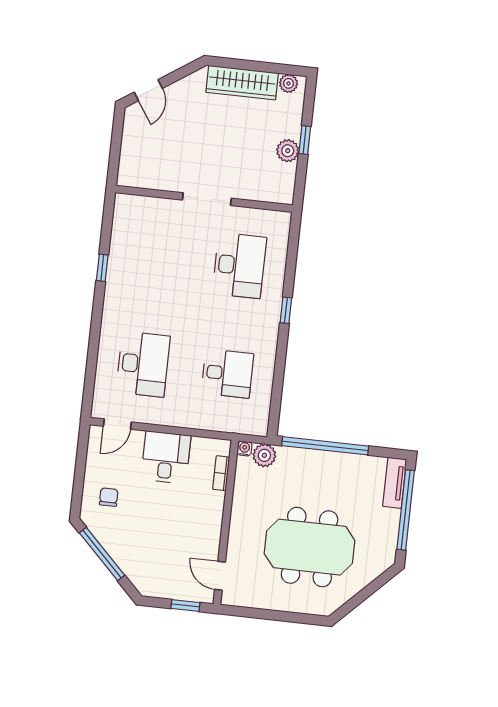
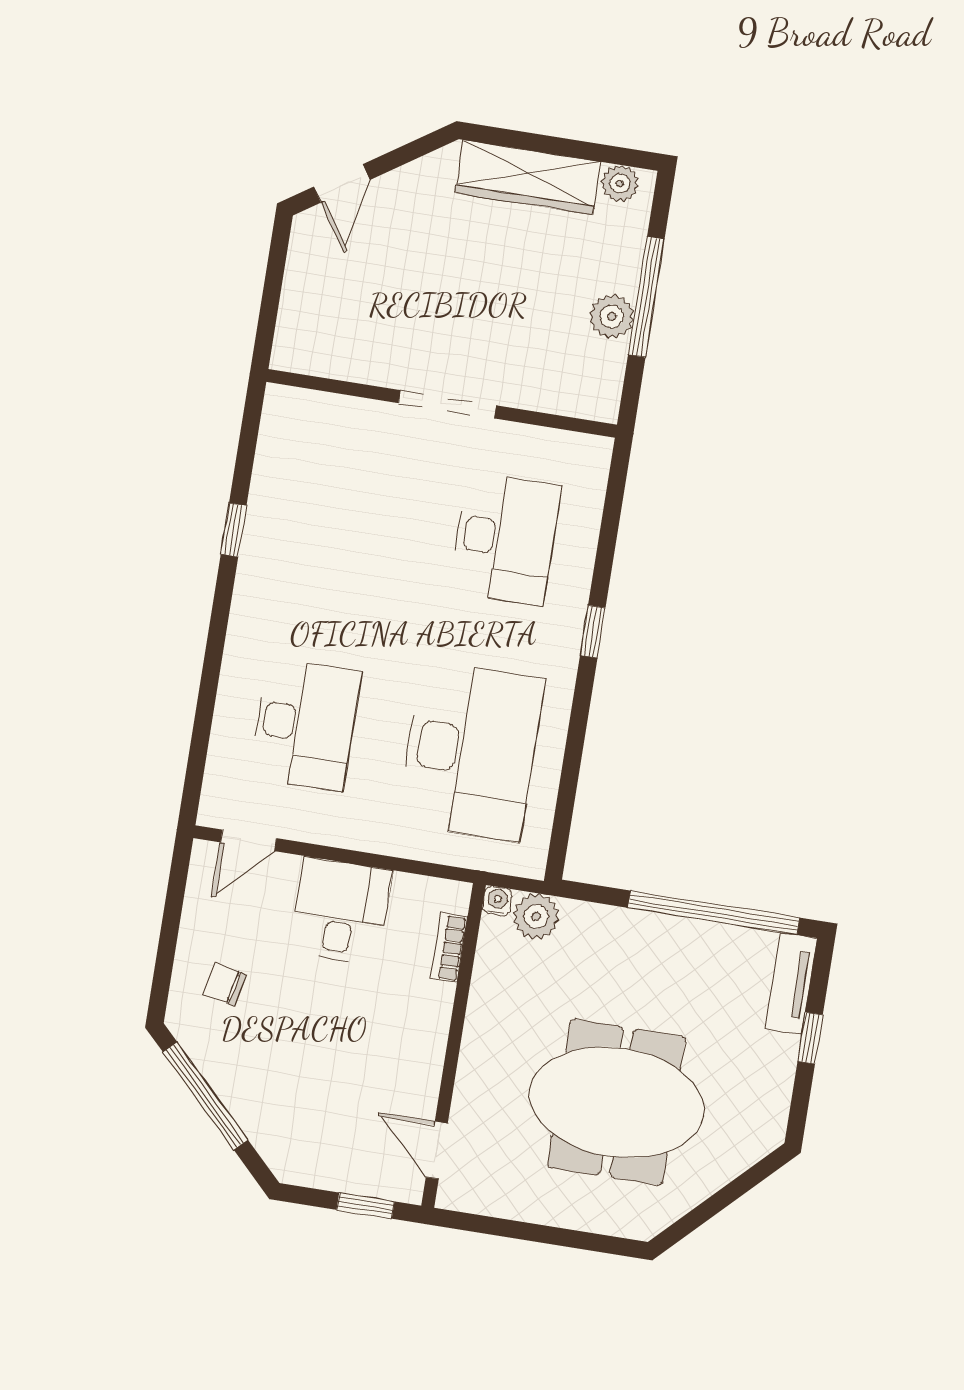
window: (305, 140) -> (646, 297), width x2.17
desk: (227, 373) -> (471, 751), width x1.87, depth x1.30
window: (325, 446) -> (714, 913), moved
chair: (109, 497) -> (224, 984), turned -77
window: (406, 510) -> (810, 1038), width x0.32

